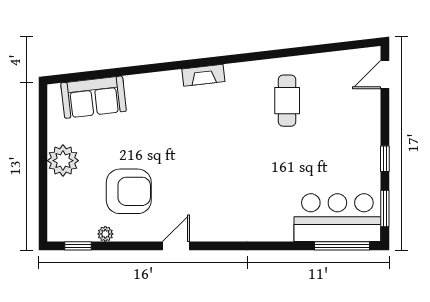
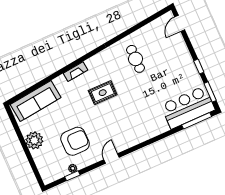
fireplace: (203, 75) -> (75, 72), moved
sofa: (94, 97) -> (36, 101), width x1.36
rug: (209, 132) -> (103, 93), added
window: (78, 246) -> (72, 176), moved

